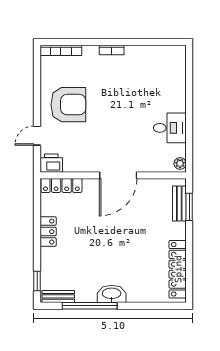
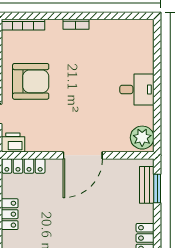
desk: (170, 128) -> (137, 89), moved
plant: (180, 164) -> (142, 138), width x1.88, depth x1.88

